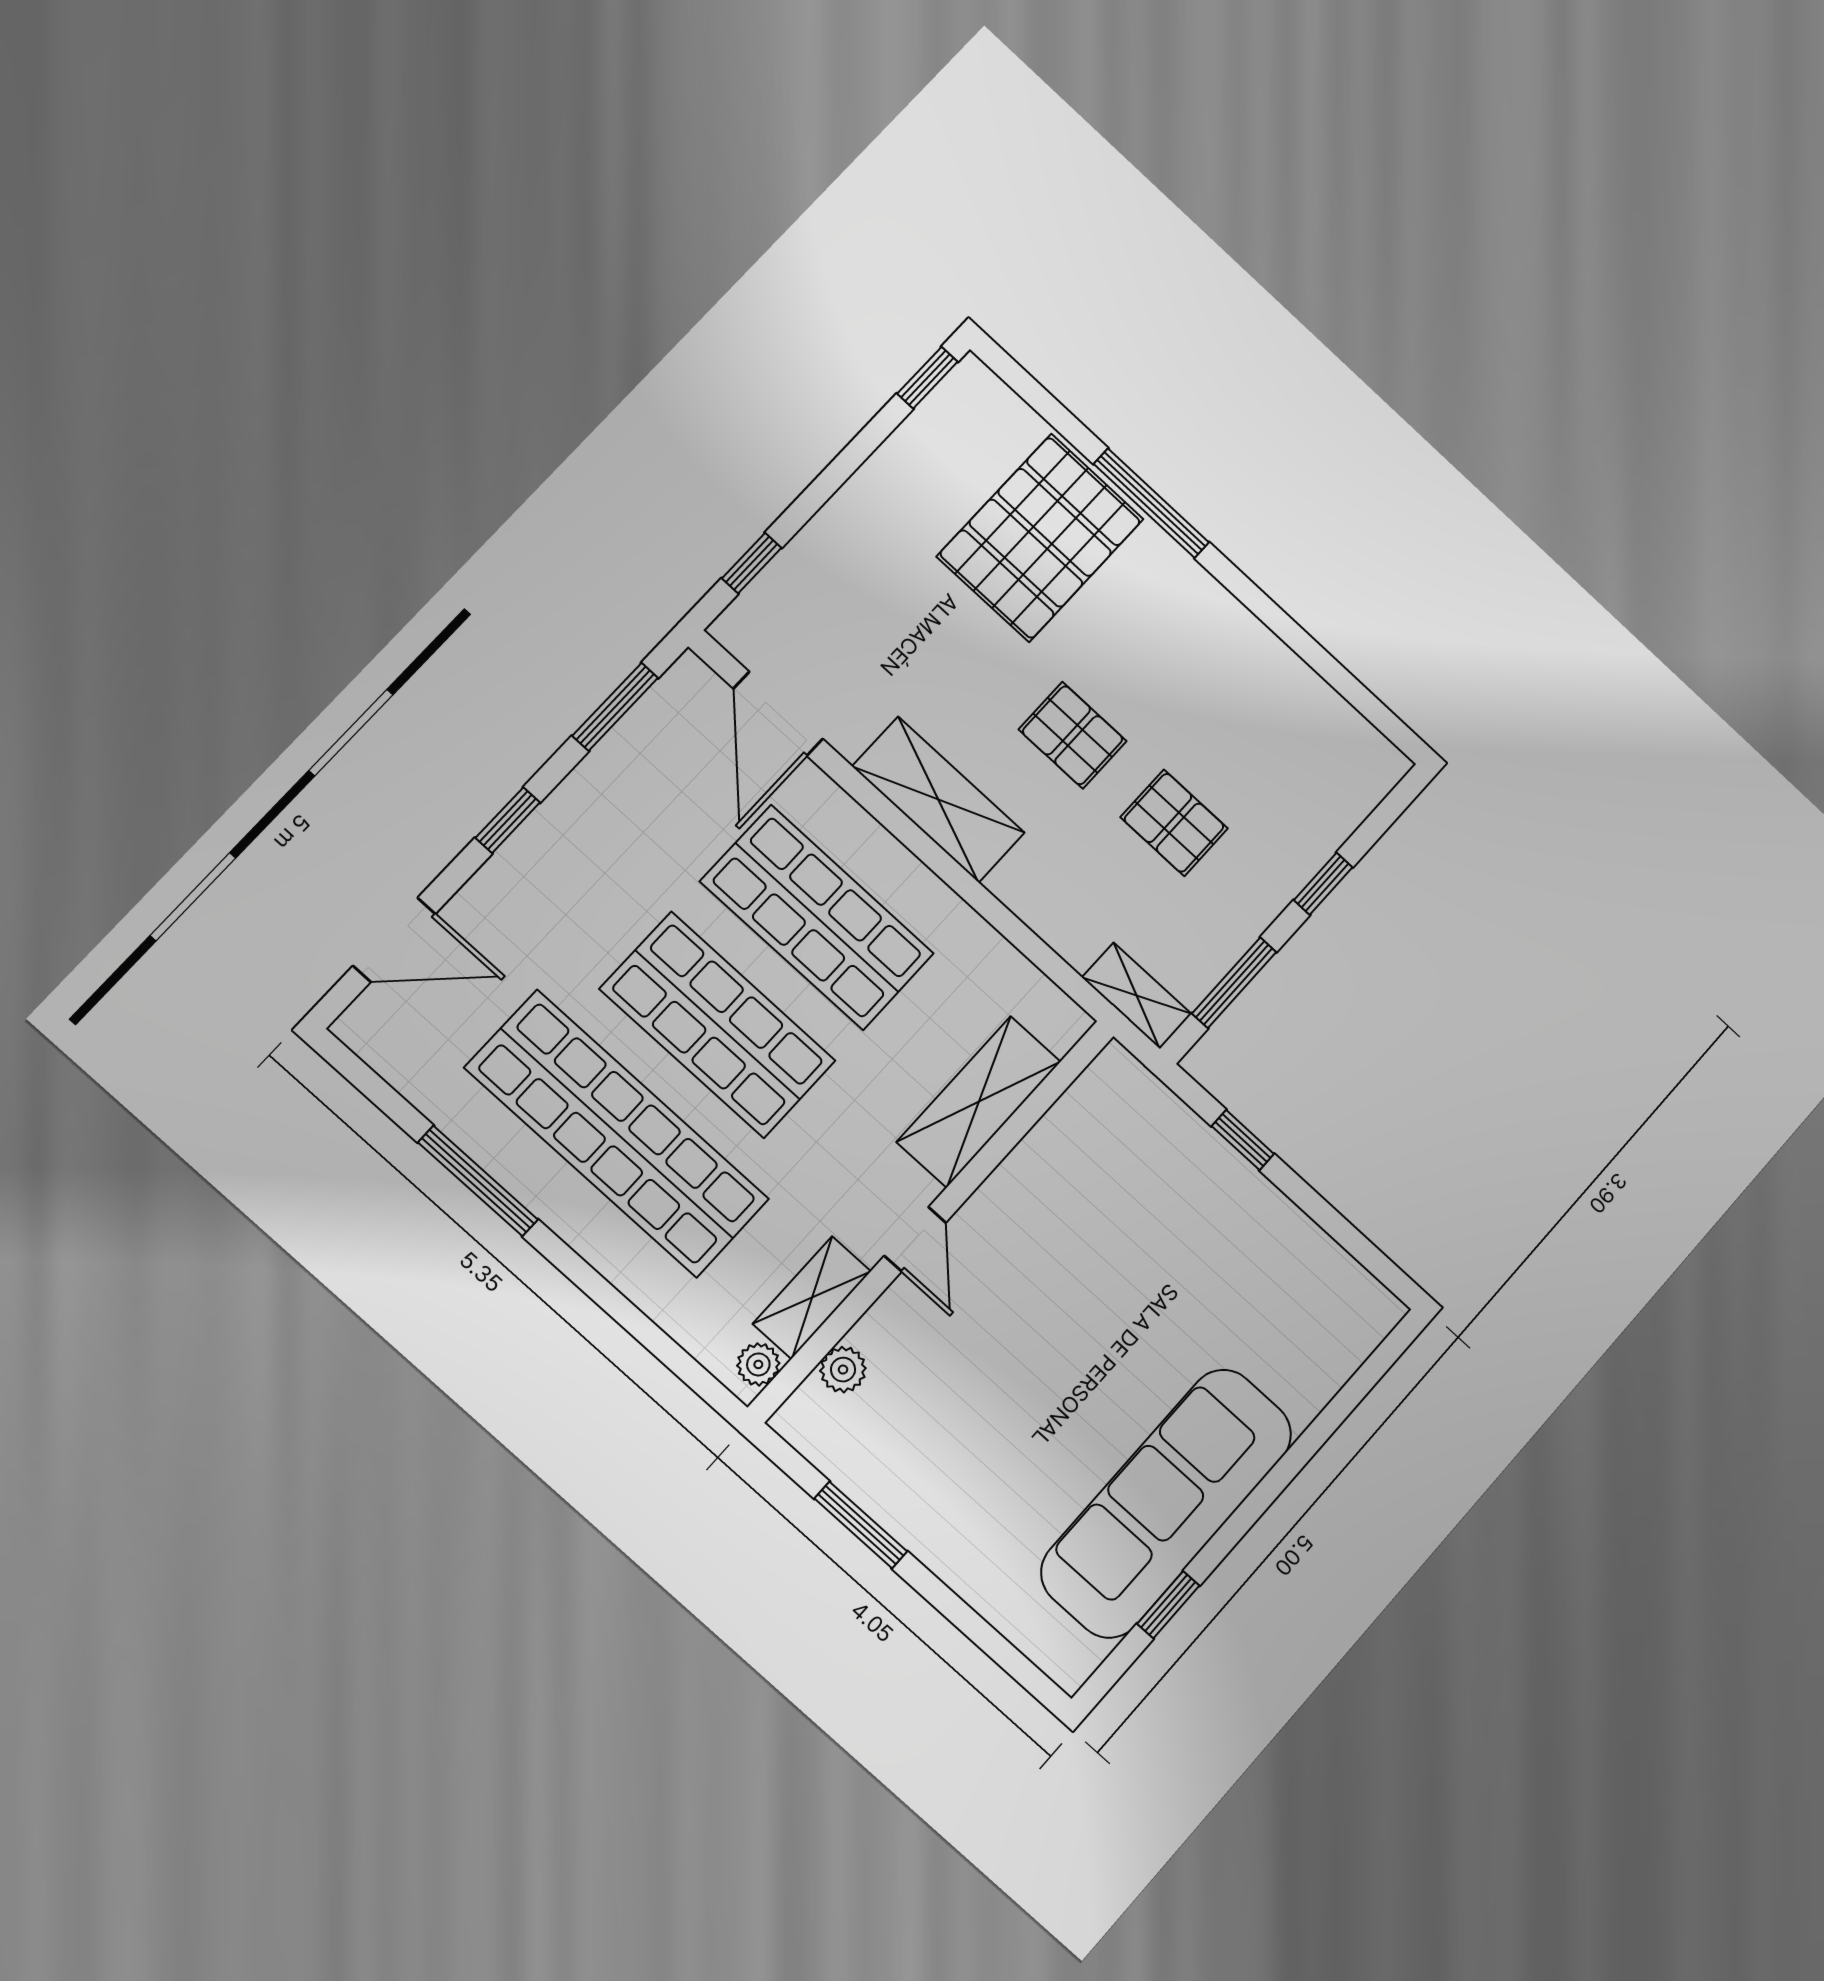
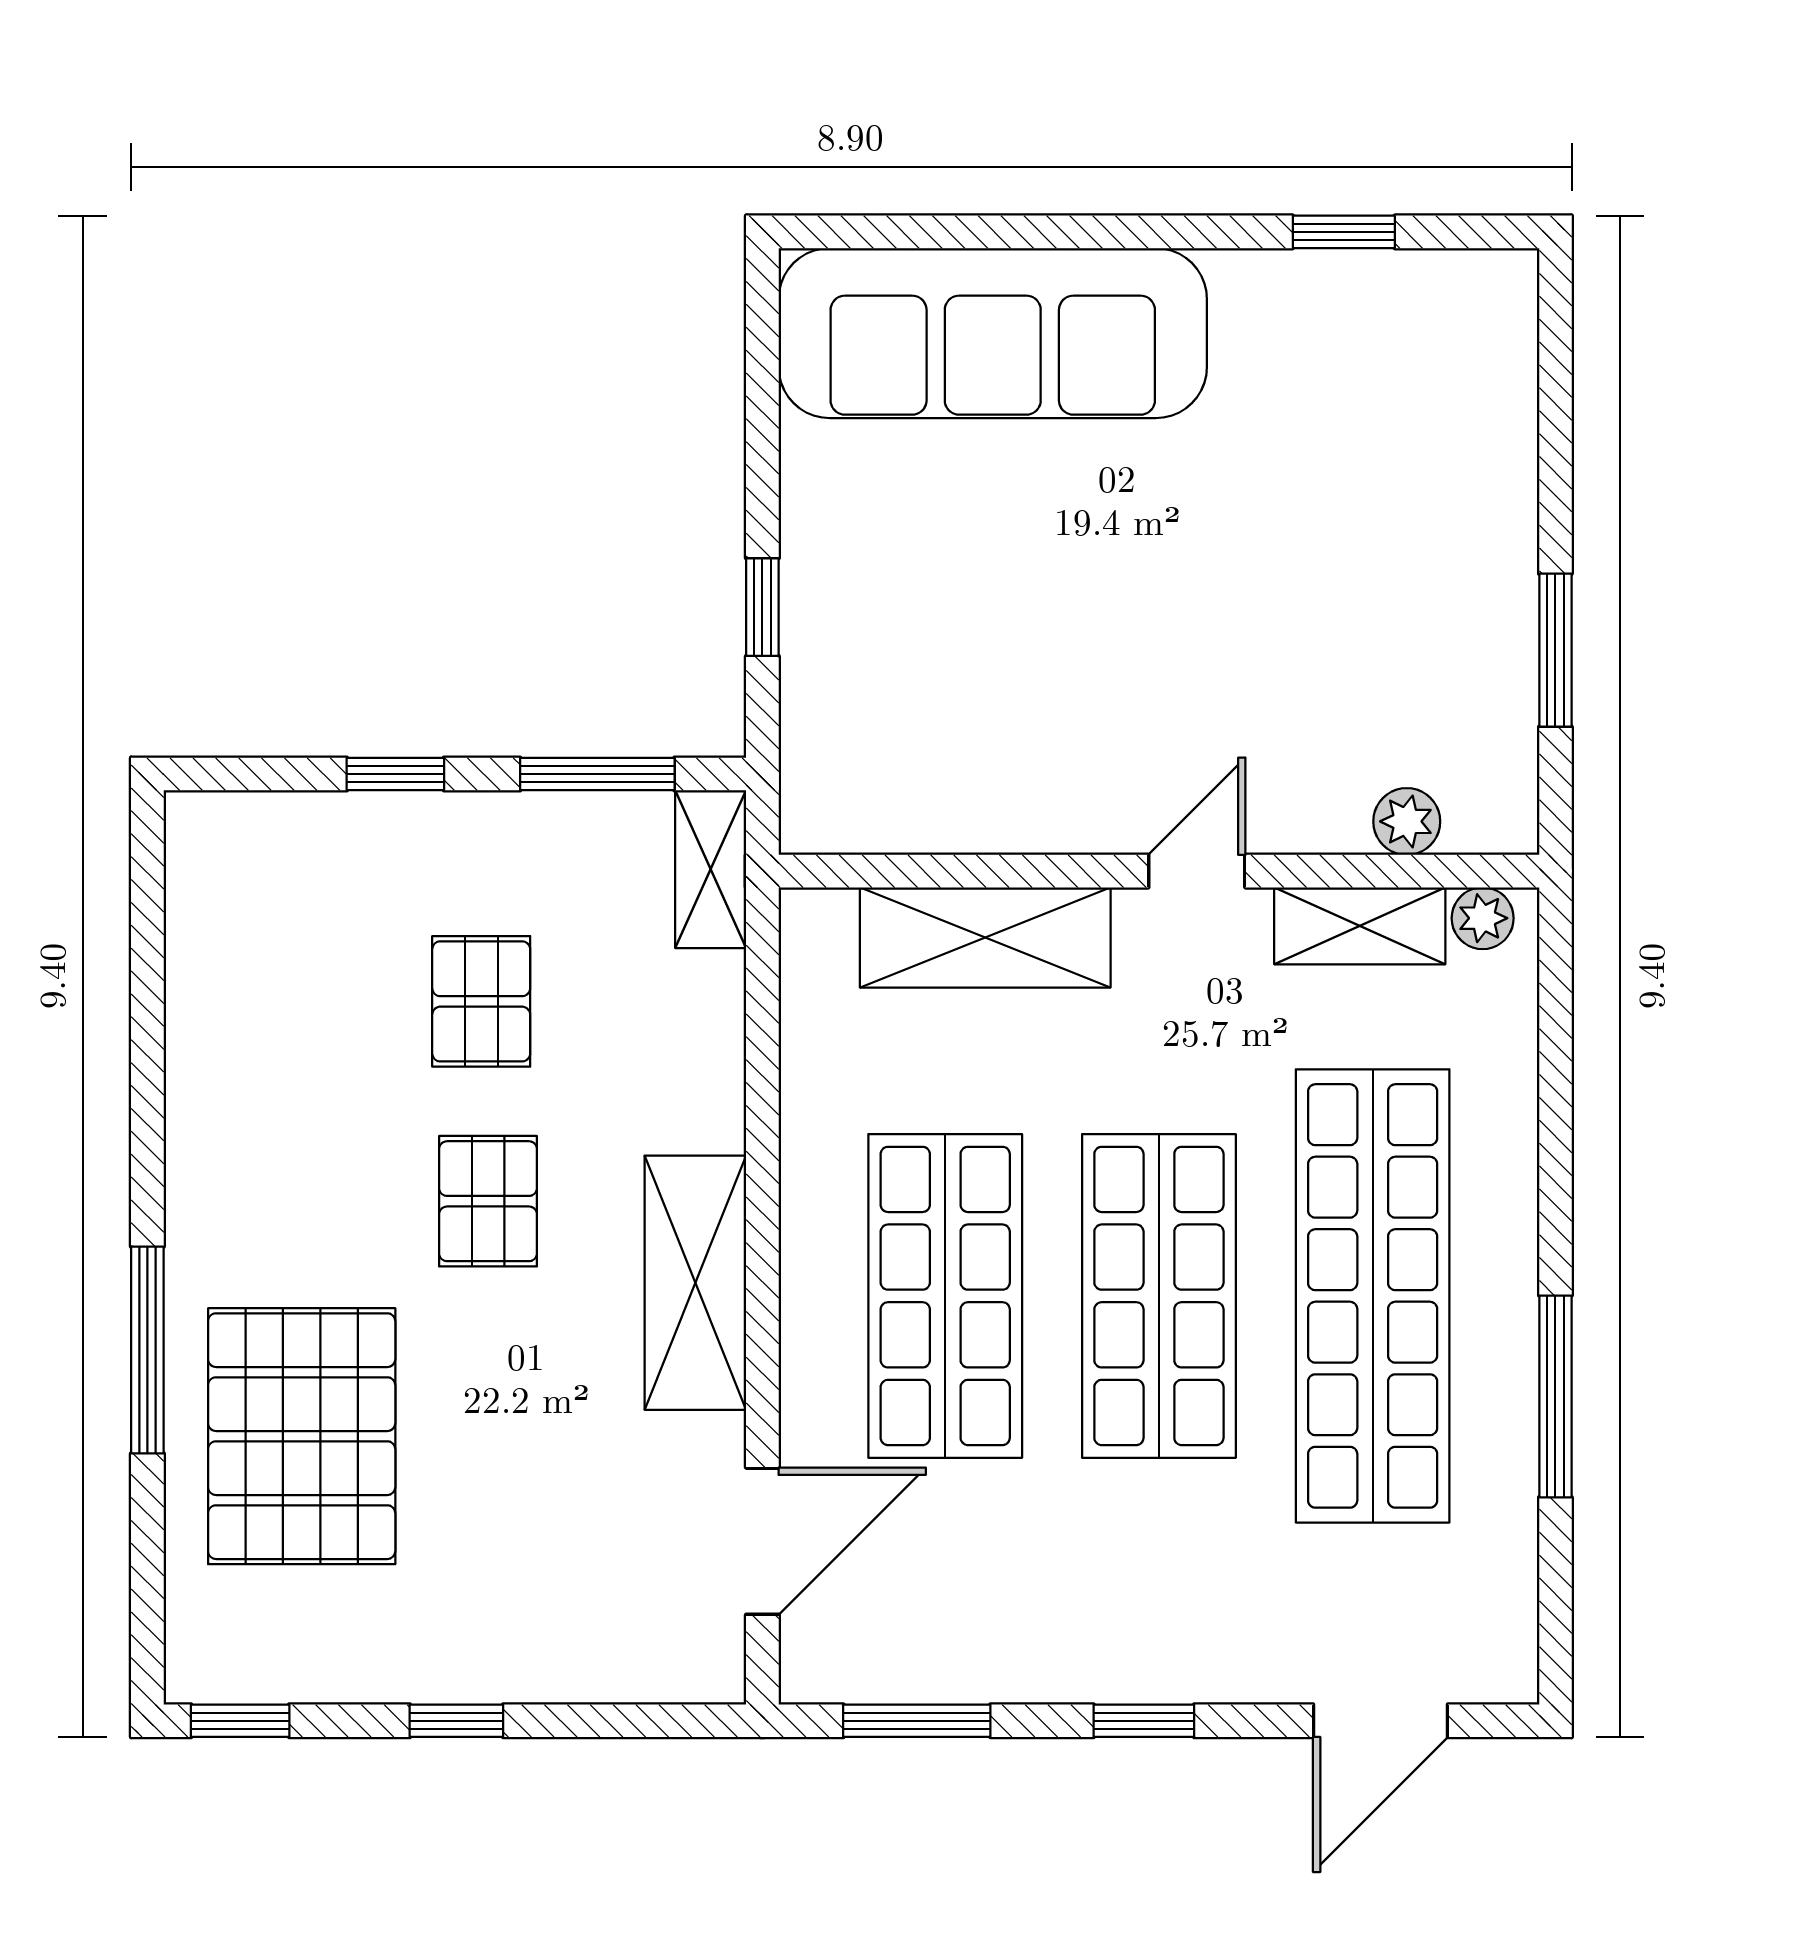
pallet: (1040, 538) -> (302, 1436), turned 90
window: (752, 563) -> (456, 1721), moved
door: (394, 940) -> (1381, 1721), swing flipped
sofa: (1167, 1503) -> (993, 333), moved

